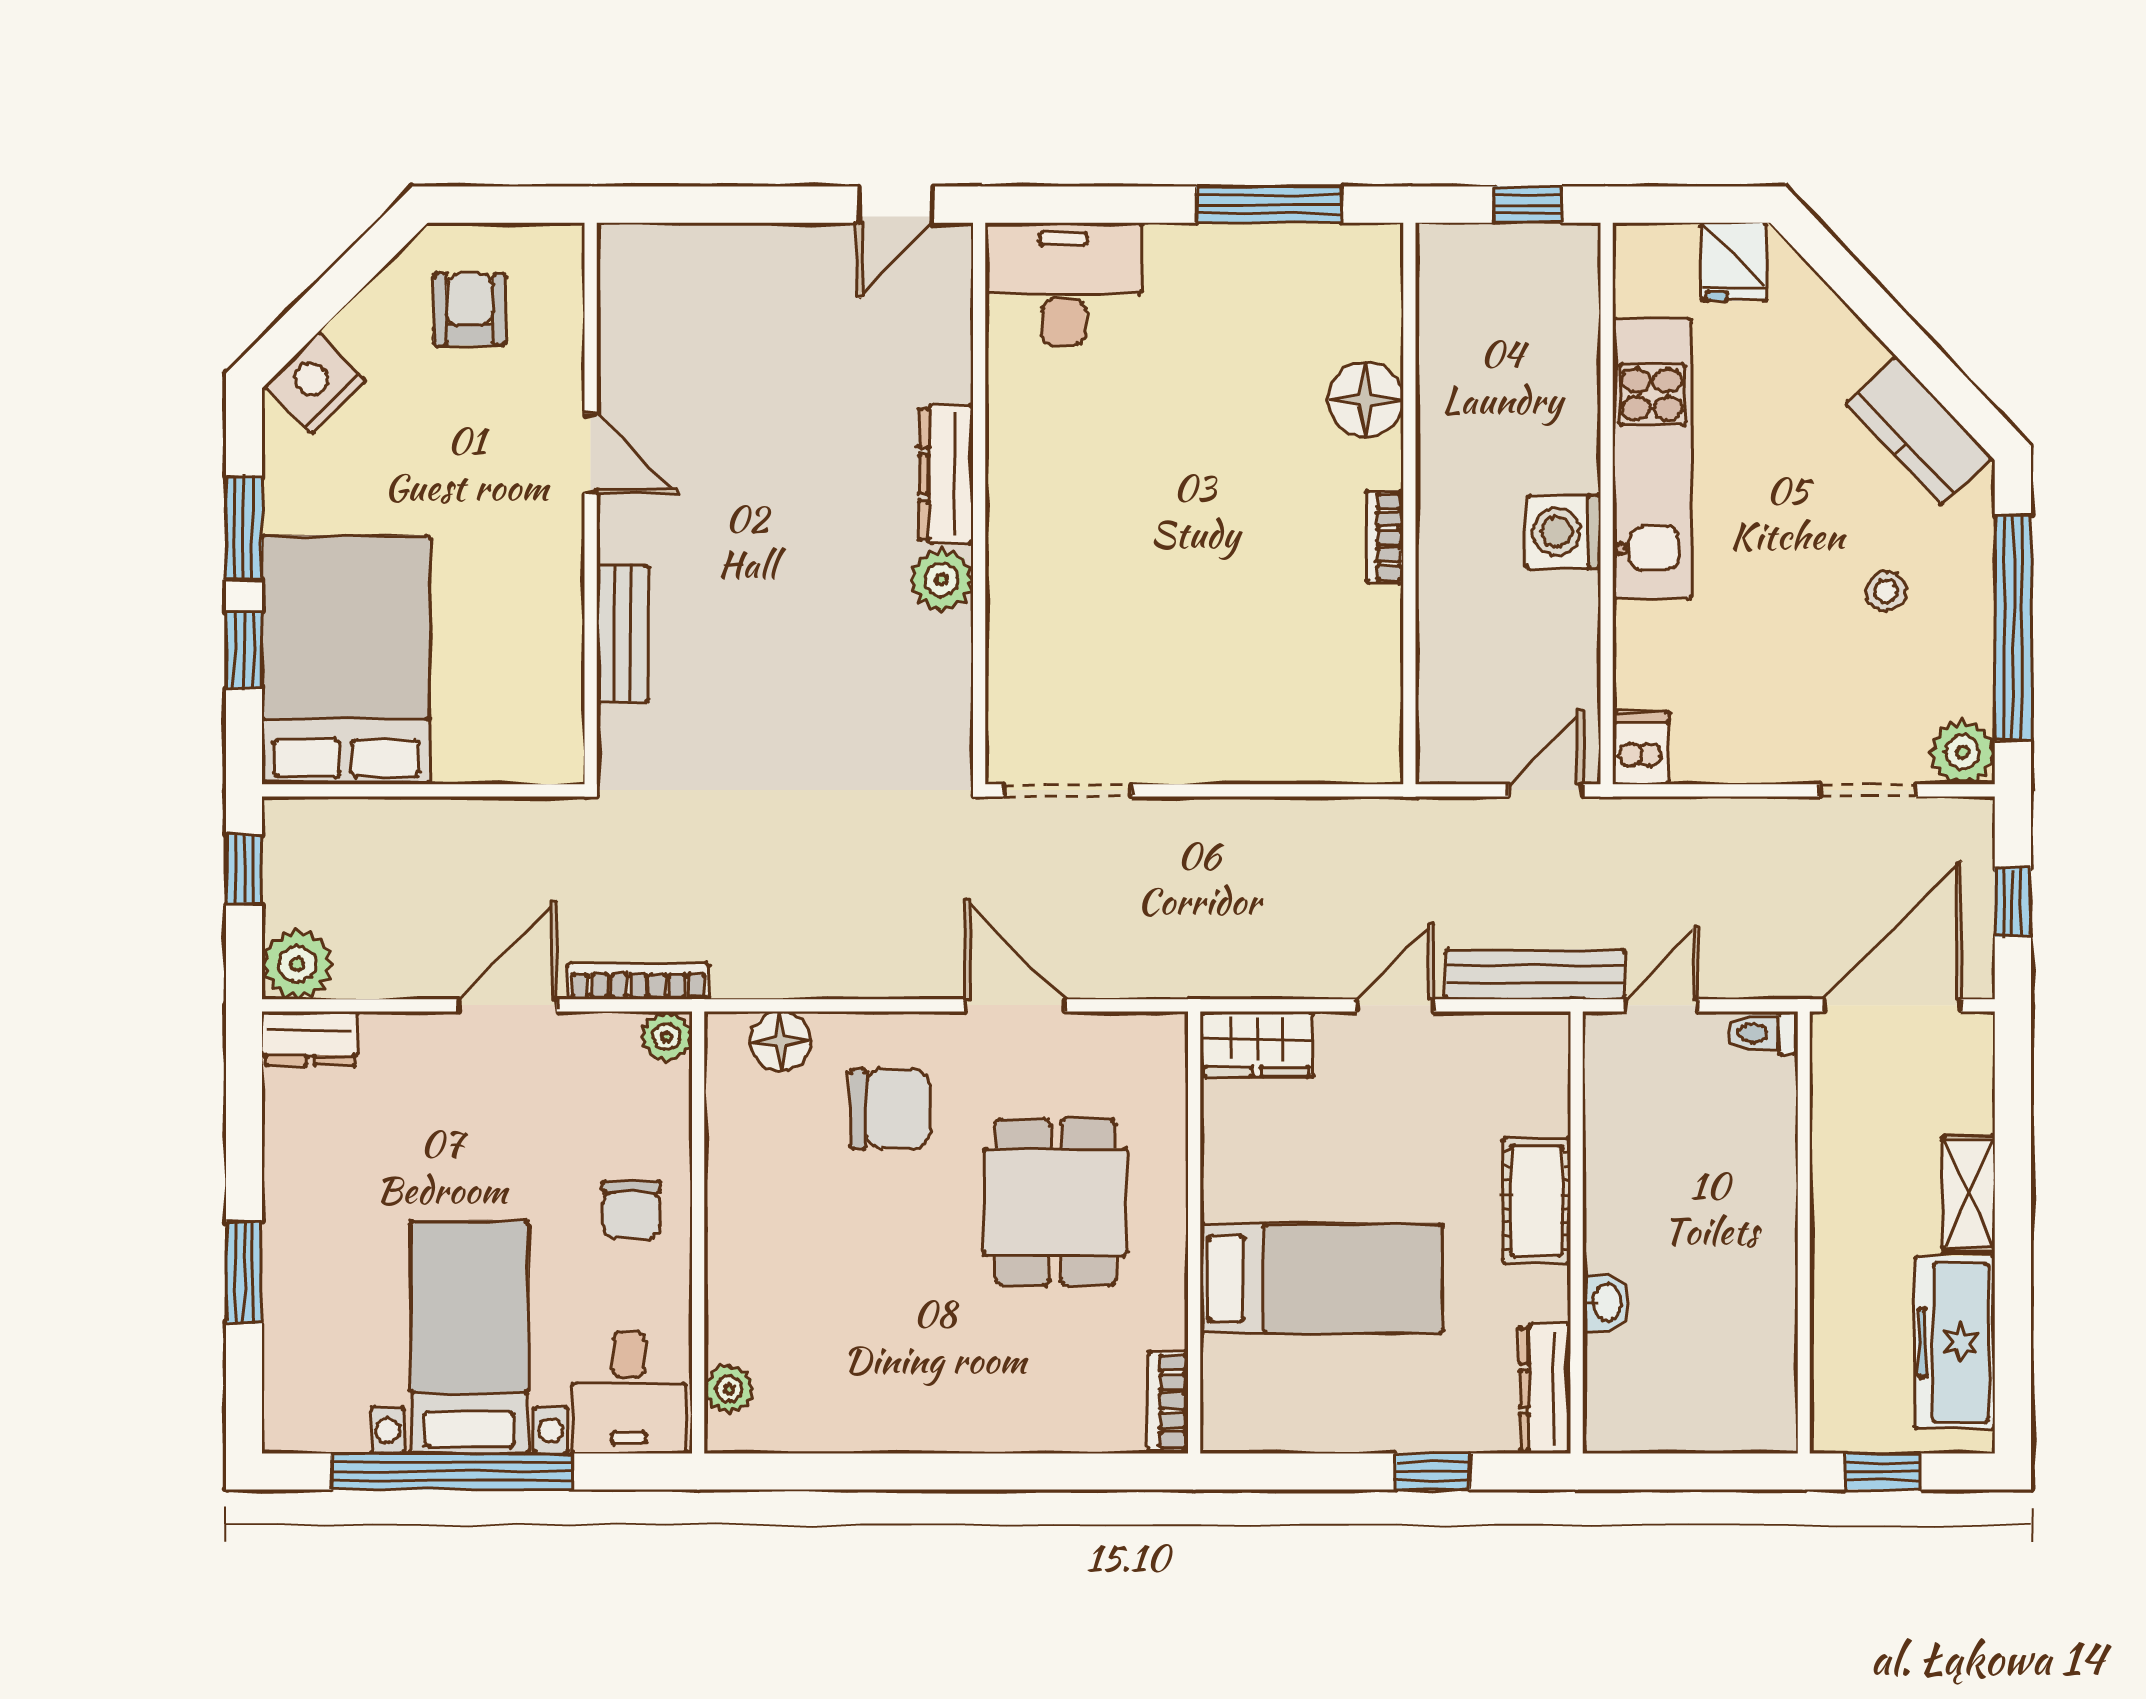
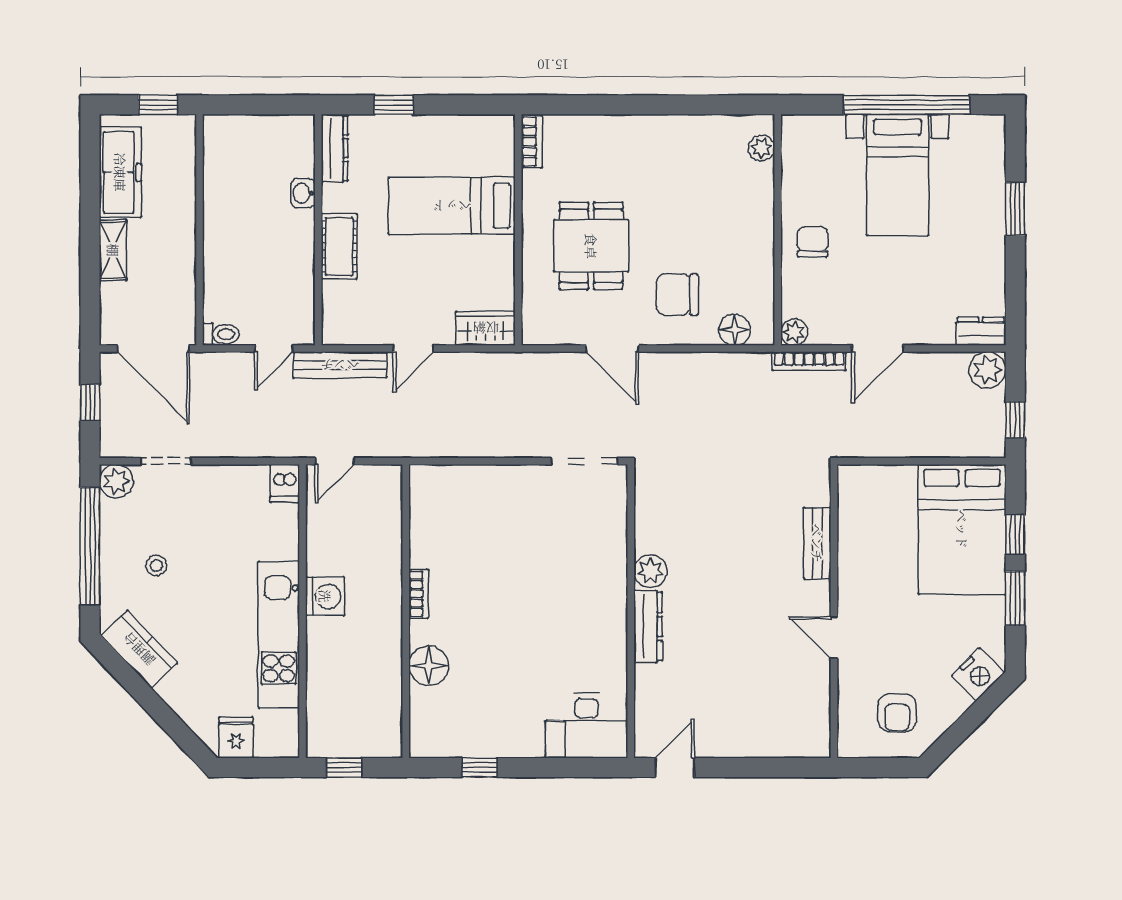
window: (1269, 205) -> (479, 767), width x0.46
door: (1892, 1005) -> (153, 349), hinge flipped
desk: (629, 1392) -> (814, 146), removed

